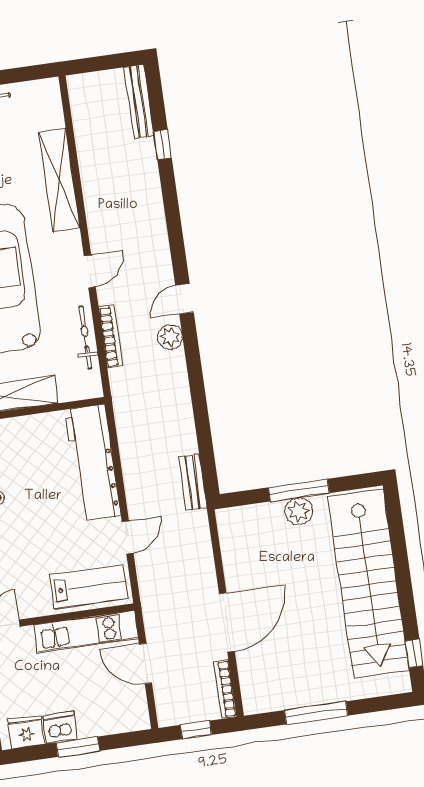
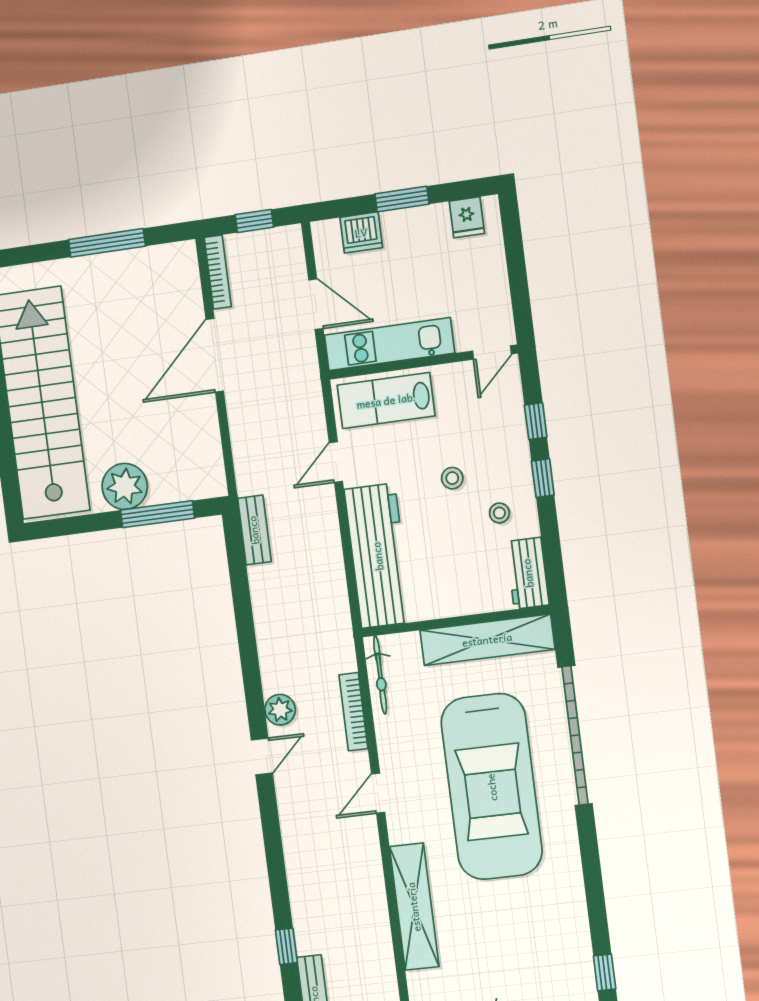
bicycle: (85, 338) -> (380, 675), moved
window: (299, 490) -> (157, 514), moved
plant: (299, 511) -> (125, 486), width x1.36, depth x1.36
stool: (34, 525) -> (452, 478), added
dishwasher: (60, 727) -> (361, 233), moved
fridge: (26, 732) -> (467, 217), width x0.72

